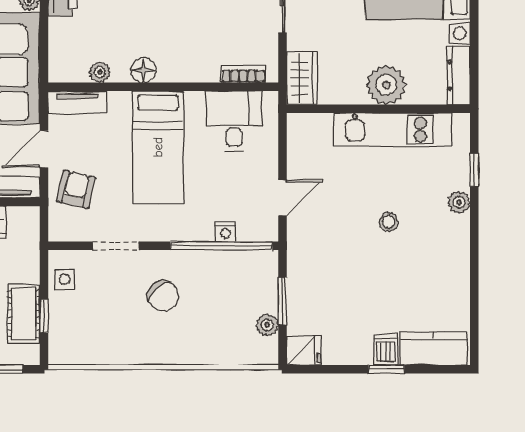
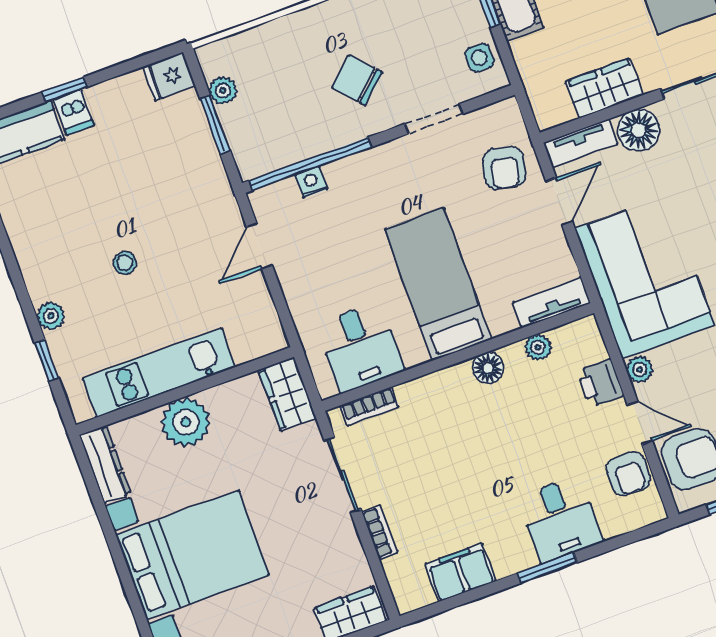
floor lamp: (143, 70) -> (488, 368), moved
plant: (100, 72) -> (538, 347), moved
bookcase: (243, 74) -> (369, 406), moved
wall: (163, 87) -> (458, 357), moved
tv unit: (77, 102) -> (552, 303), moved
desk: (234, 121) -> (360, 347), moved
bed: (158, 147) -> (438, 284), moved

